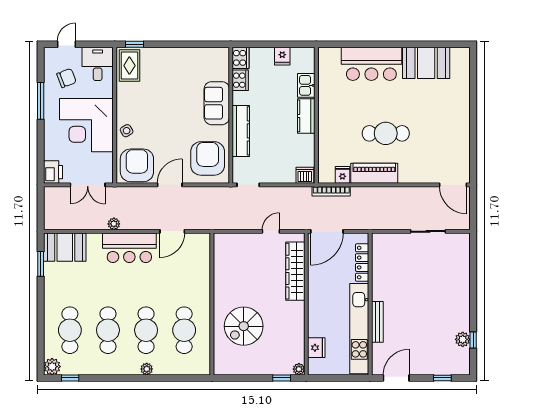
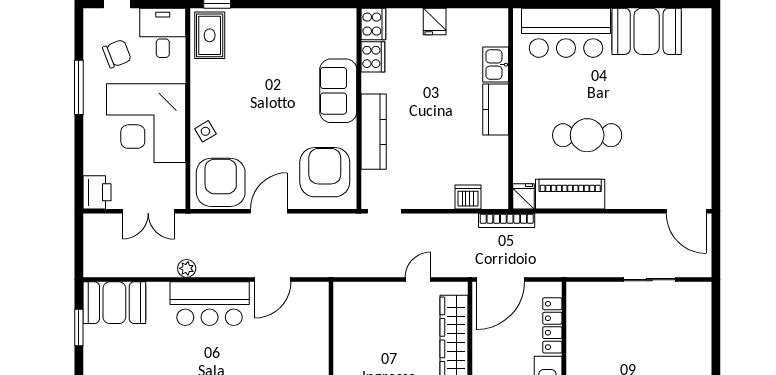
kitchen sink: (306, 85) -> (496, 65), moved
wall: (316, 115) -> (511, 109), moved
kitchen counter: (306, 116) -> (496, 110), moved

